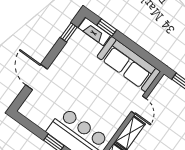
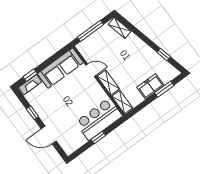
window: (69, 32) -> (32, 113), moved

